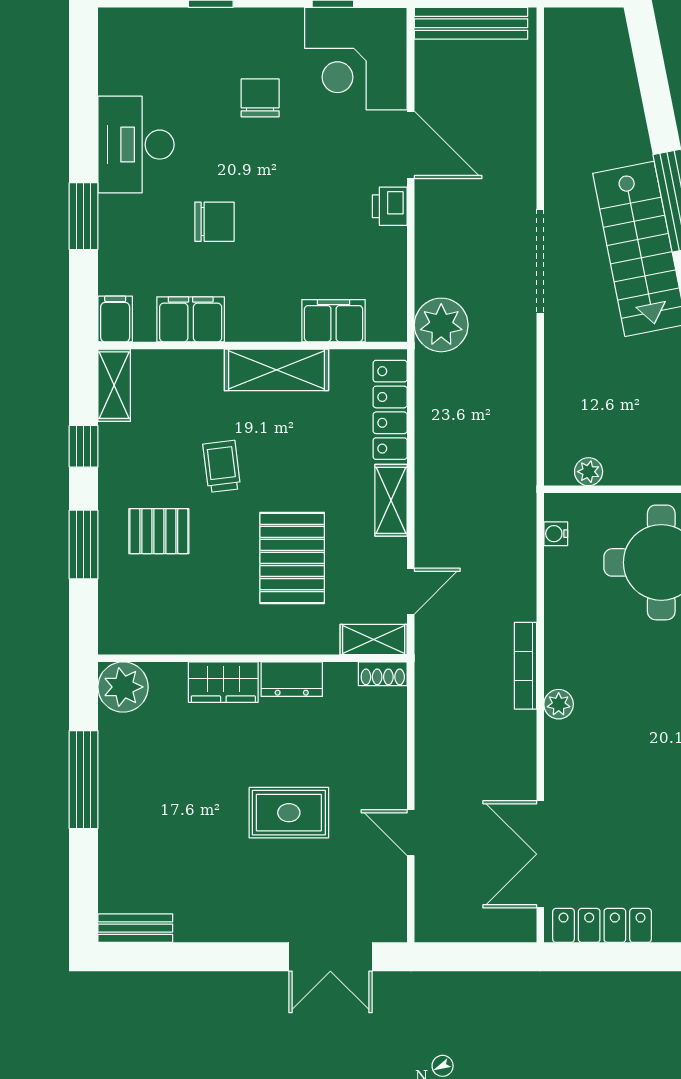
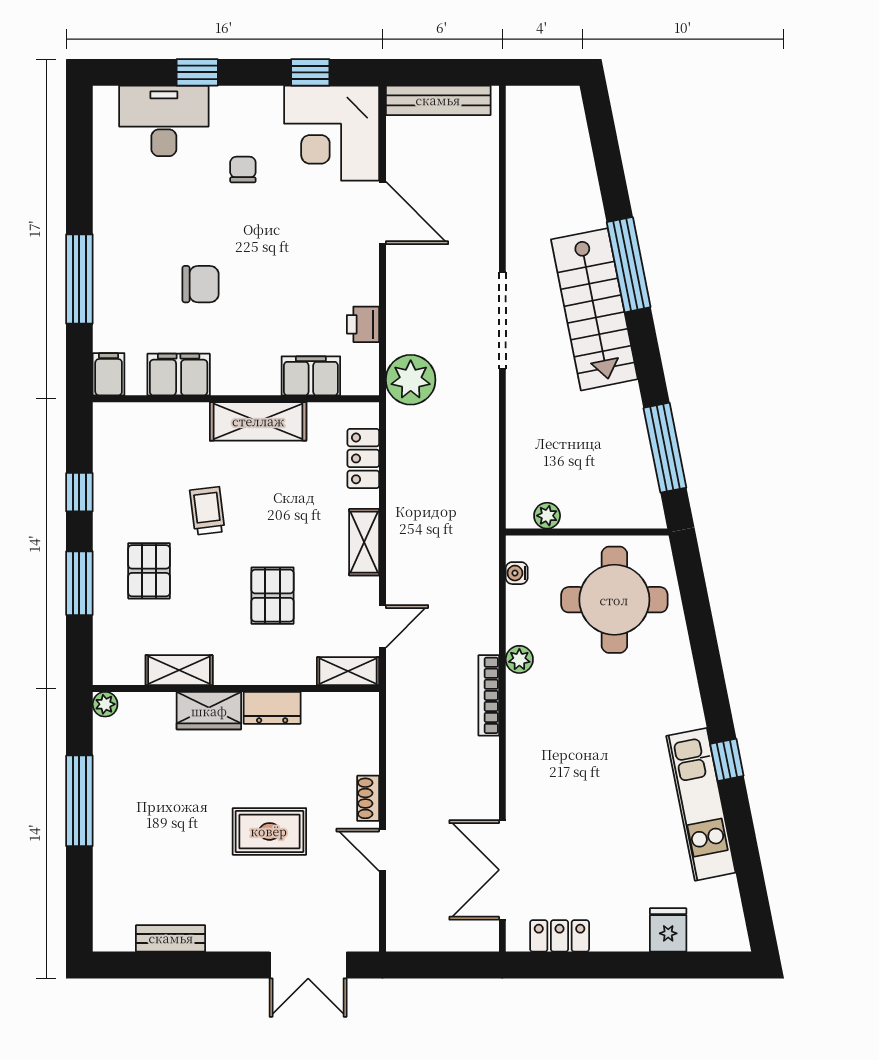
chair: (260, 98) -> (243, 170), width x0.73, depth x0.73
desk: (136, 145) -> (164, 121), moved, turned 90
printer: (390, 206) -> (363, 324), moved
window: (84, 216) -> (79, 279), width x1.44
shelving: (114, 385) -> (179, 670), moved, turned 90
locker: (390, 410) -> (363, 458), width x0.66
pallet: (159, 531) -> (149, 571), turned 90
pallet: (292, 558) -> (273, 596), width x0.67, depth x0.71
shoe rack: (383, 674) -> (368, 798), moved, turned 90
plant: (123, 687) -> (105, 704), width x0.53, depth x0.53
plant: (559, 704) -> (519, 659), moved
locker: (602, 925) -> (560, 936), width x0.66
bench: (135, 928) -> (171, 938), moved

